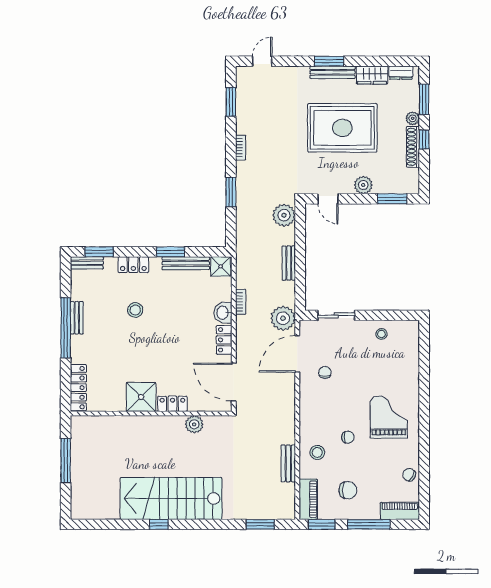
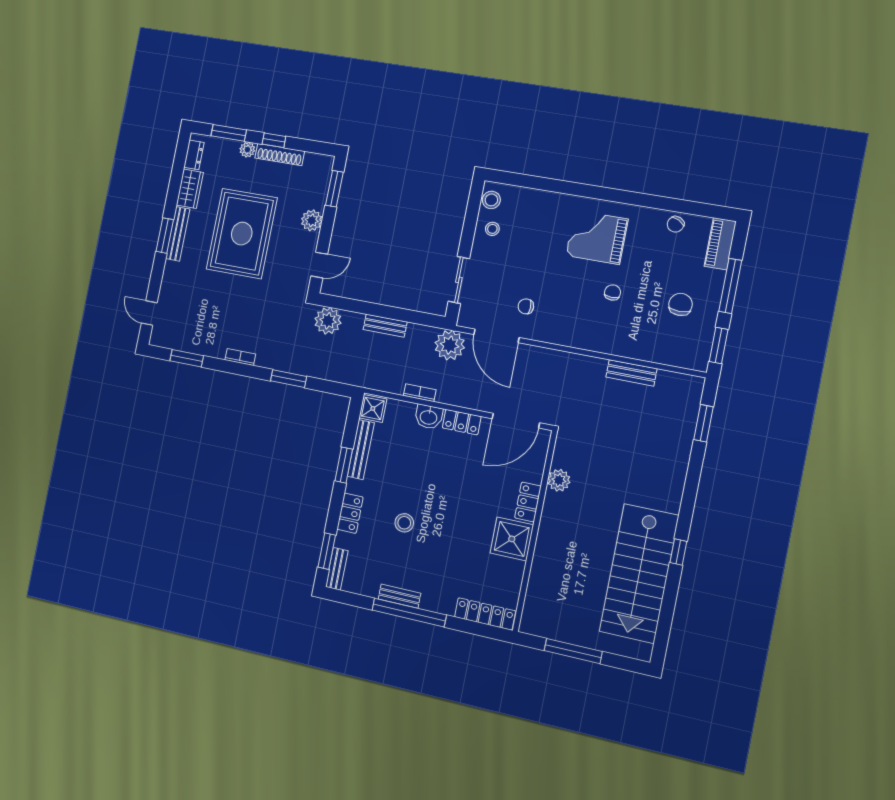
stool: (317, 453) -> (491, 200), moved
stairs: (171, 498) -> (639, 573), moved
piano: (308, 499) -> (683, 356), removed

